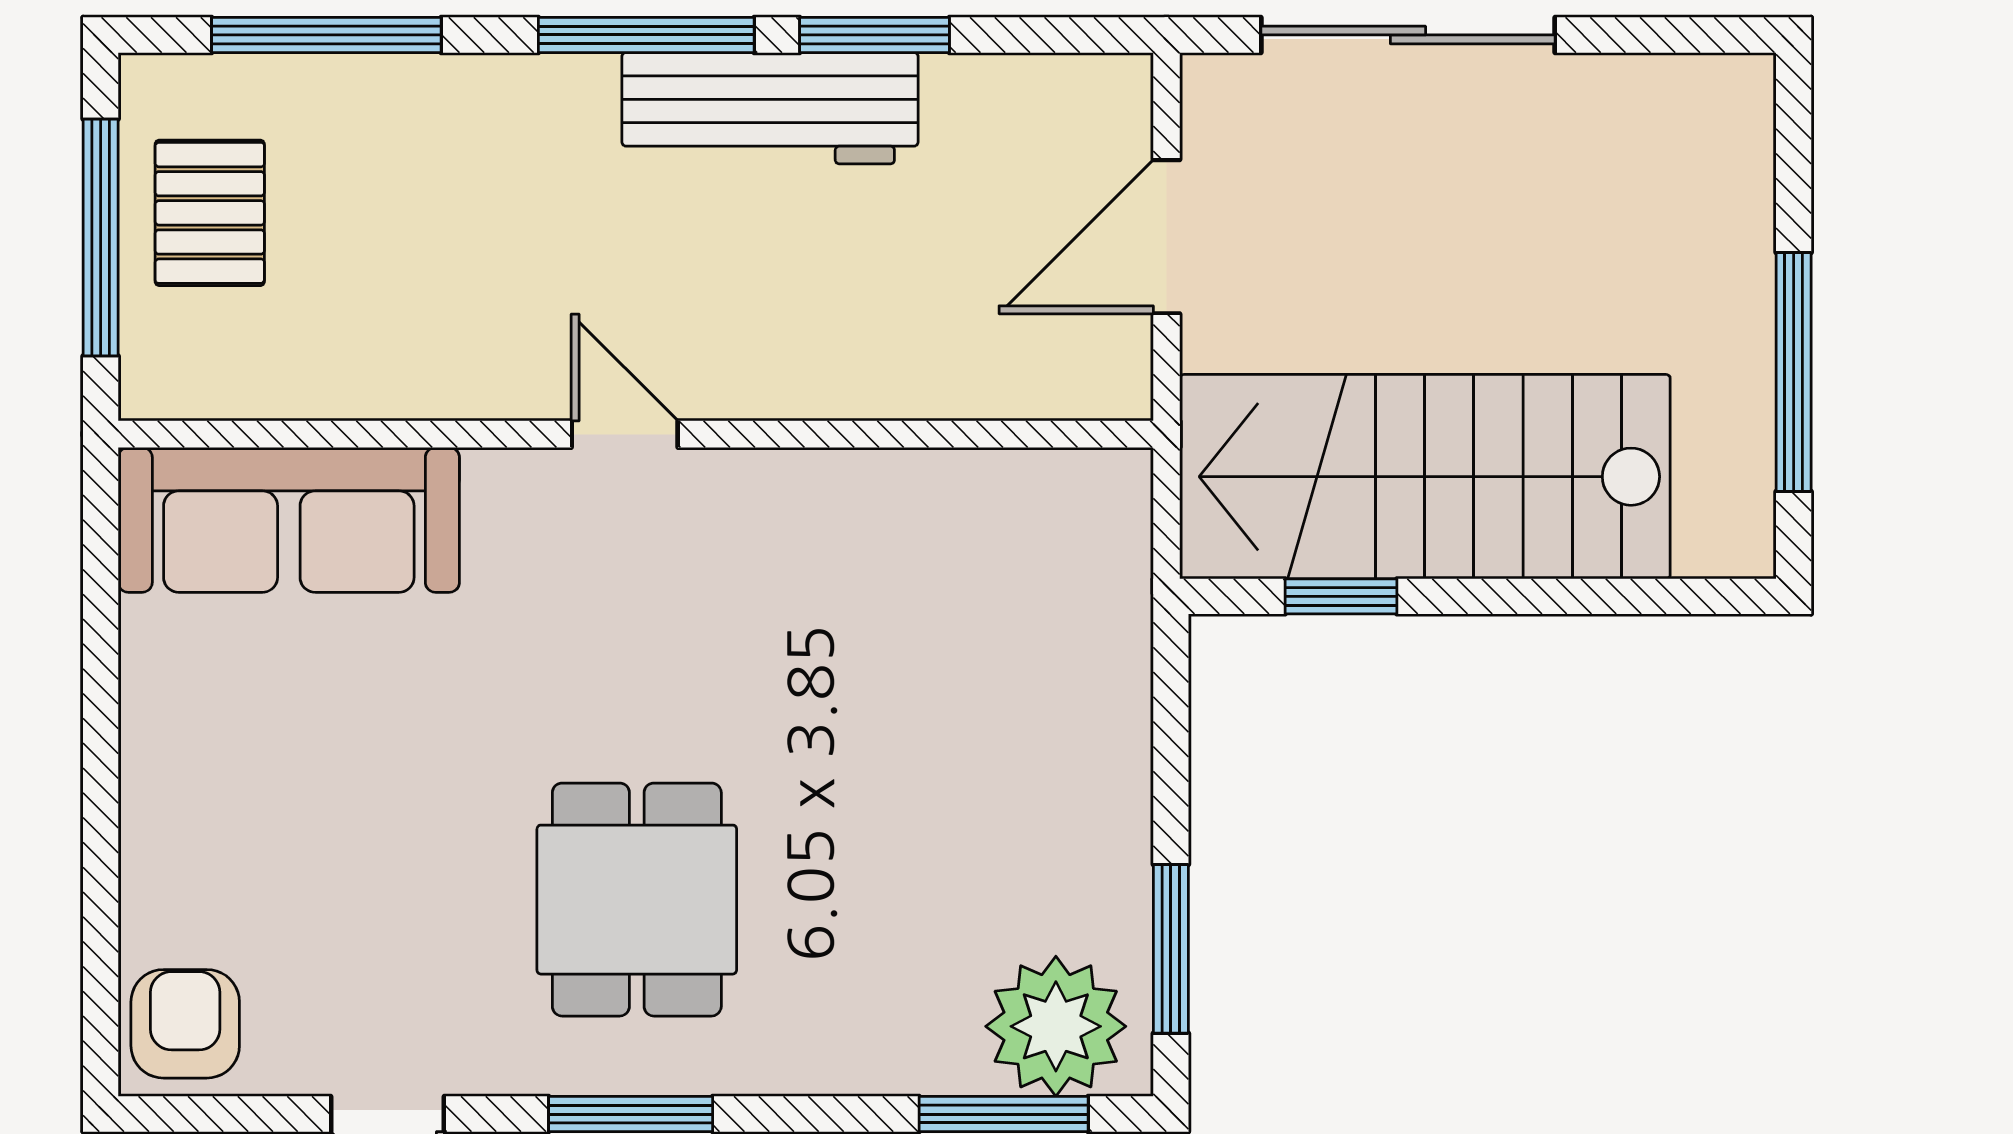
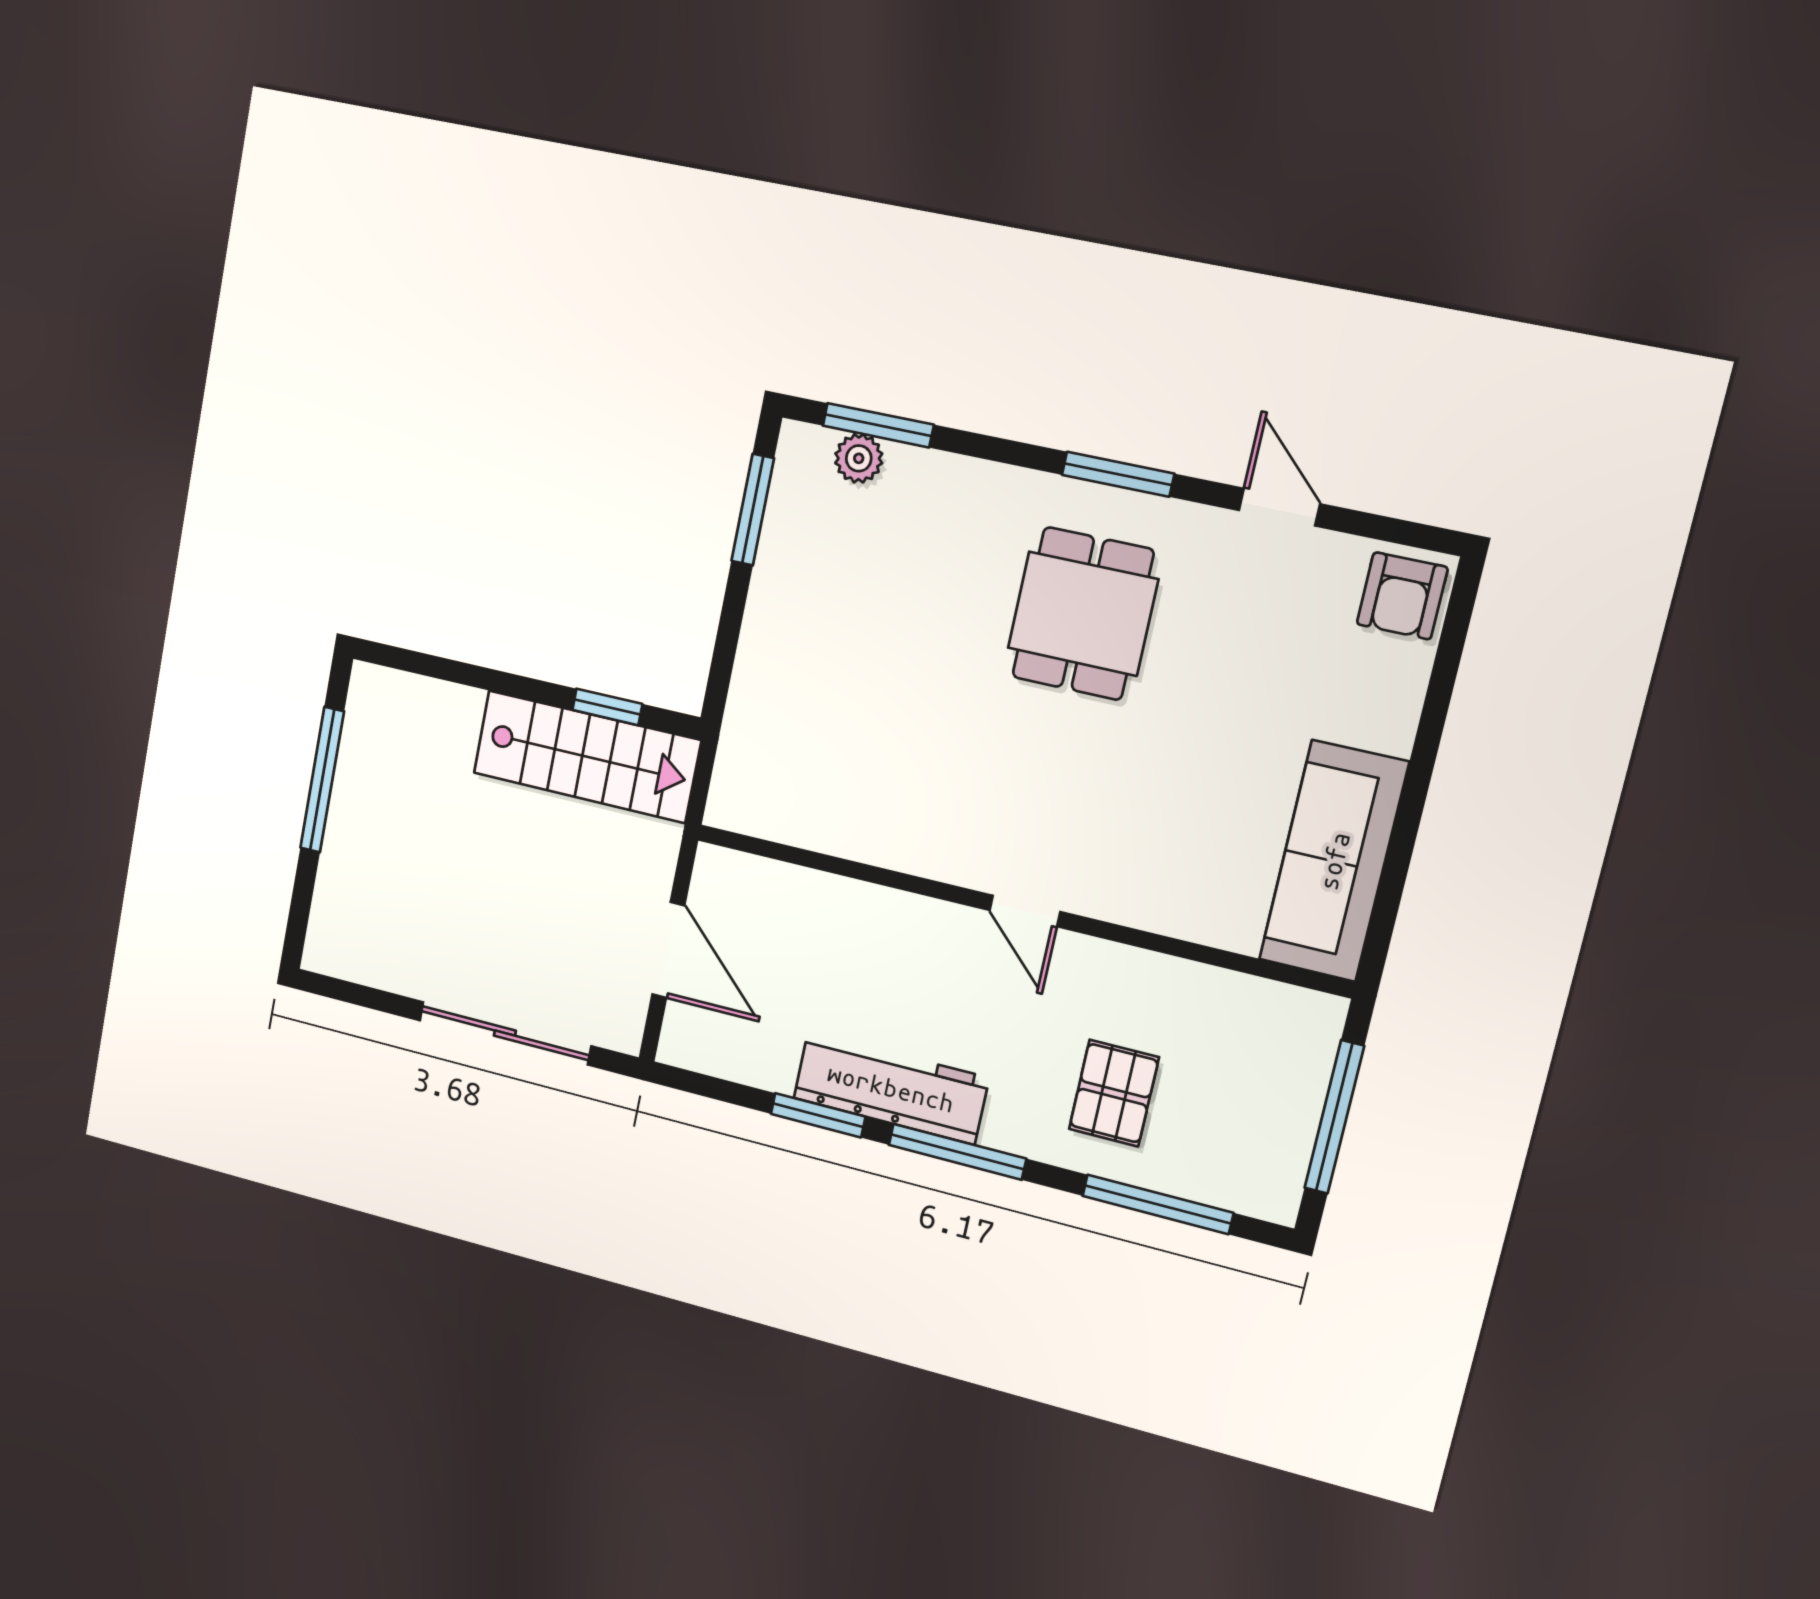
pallet: (210, 213) -> (1114, 1093), moved
door: (1166, 237) -> (668, 950), hinge flipped
stairs: (1425, 477) -> (587, 757), width x0.73, depth x0.66
sofa: (289, 520) -> (1334, 861), moved, turned -90
plant: (1056, 1026) -> (859, 458), width x0.53, depth x0.53

